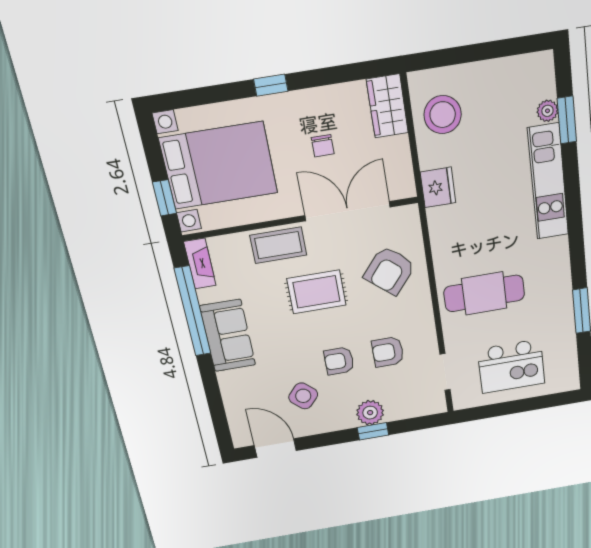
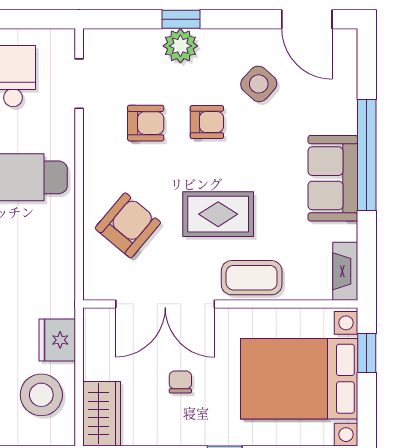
fridge: (438, 187) -> (57, 340), moved
window: (193, 311) -> (367, 155), moved

